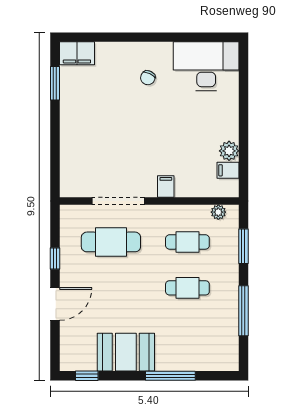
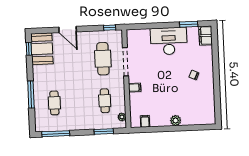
desk: (206, 66) -> (169, 41), moved, turned -90
plant: (229, 151) -> (176, 120), moved
window: (55, 259) -> (110, 28), moved
cafe table: (187, 288) -> (54, 103), moved
window: (243, 311) -> (56, 134), moved
booth: (126, 352) -> (42, 49), moved

